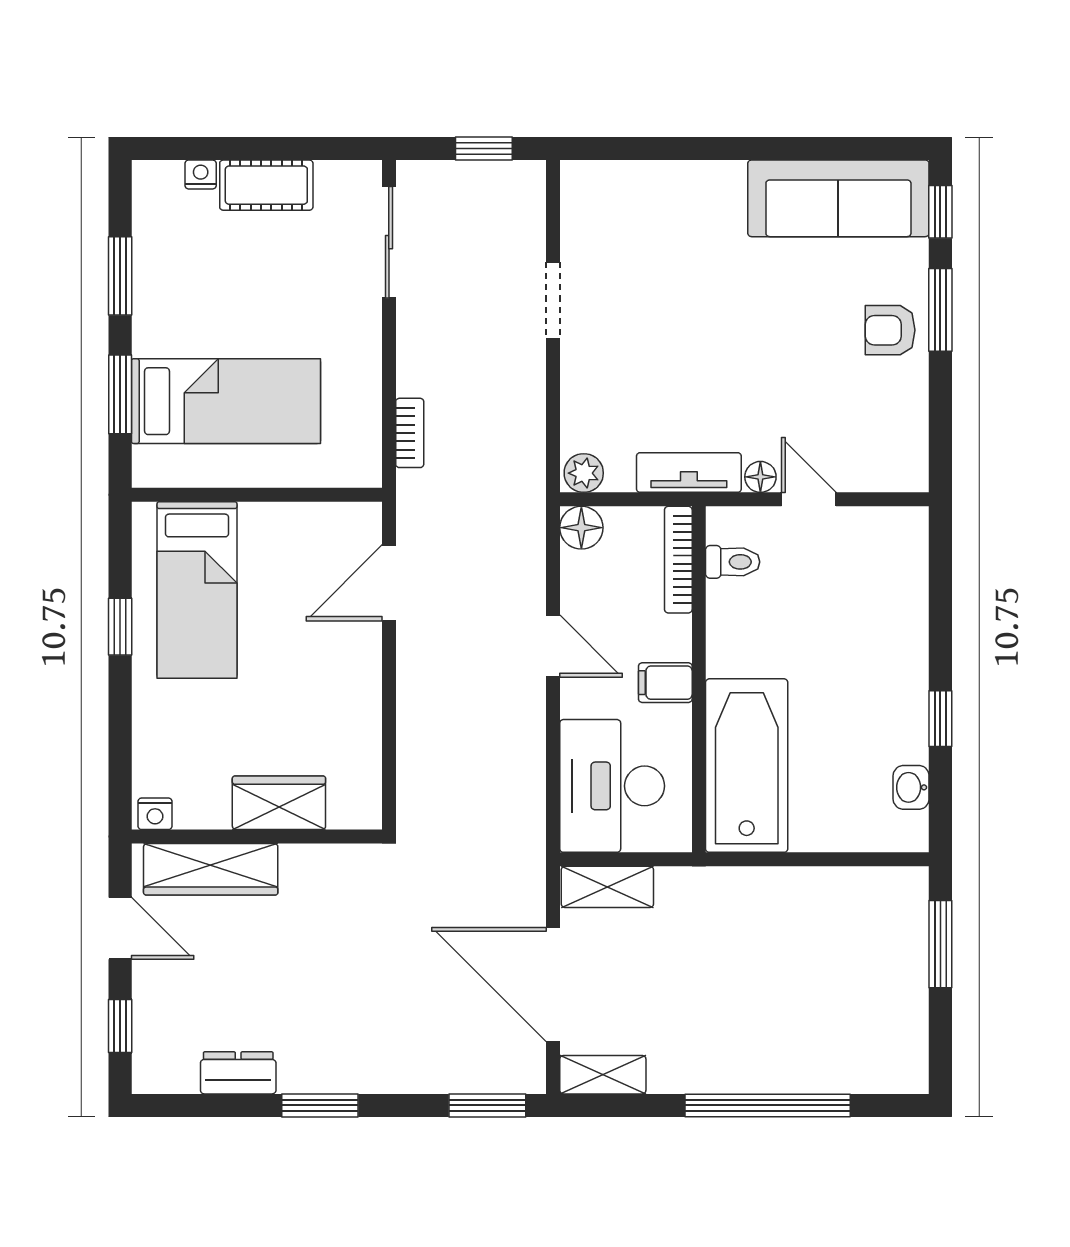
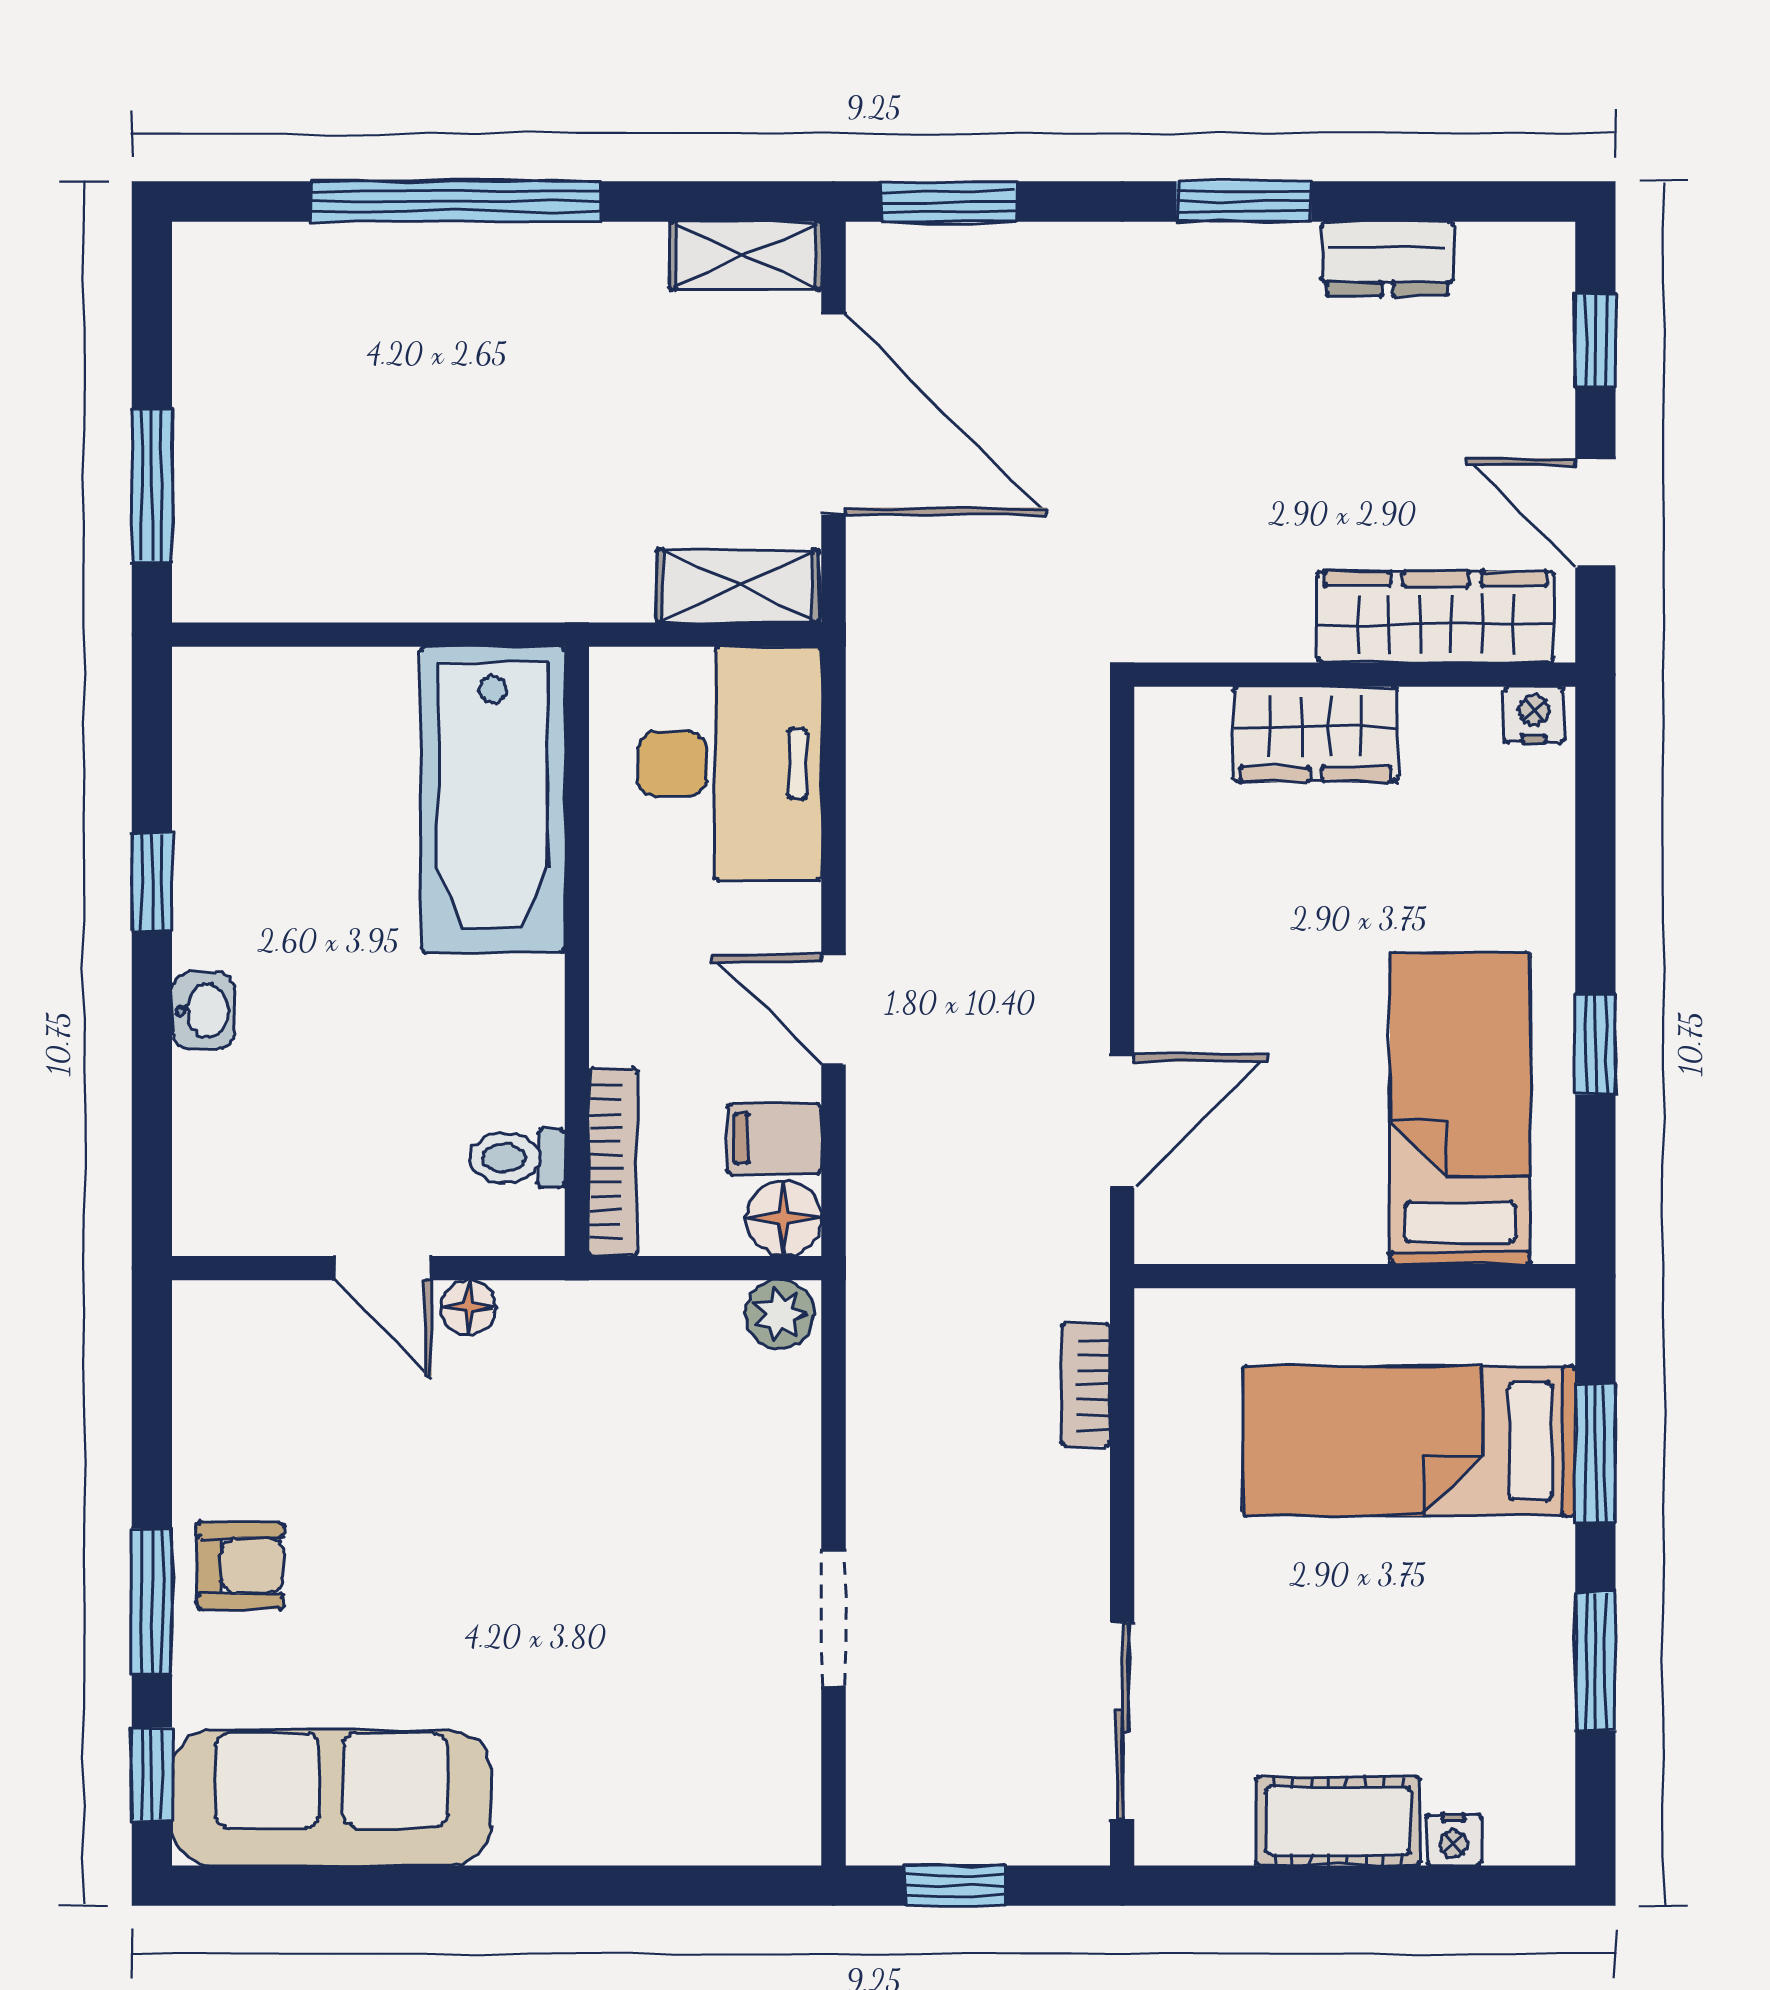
tv unit: (689, 473) -> (594, 1315), removed
filing cabinet: (665, 683) -> (774, 1139), moved, turned 180
washbasin: (911, 787) -> (203, 1011), moved

